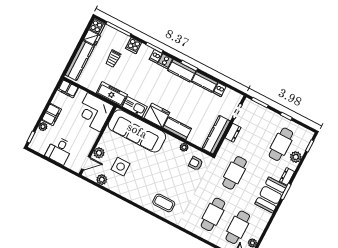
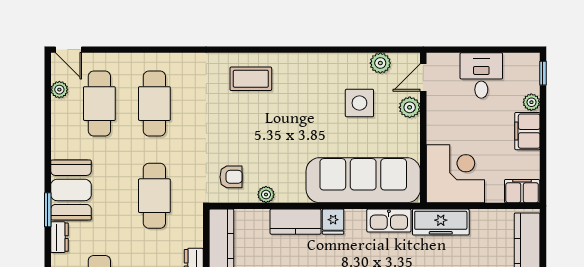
fridge: (157, 115) -> (333, 222), width x0.53, depth x0.75

